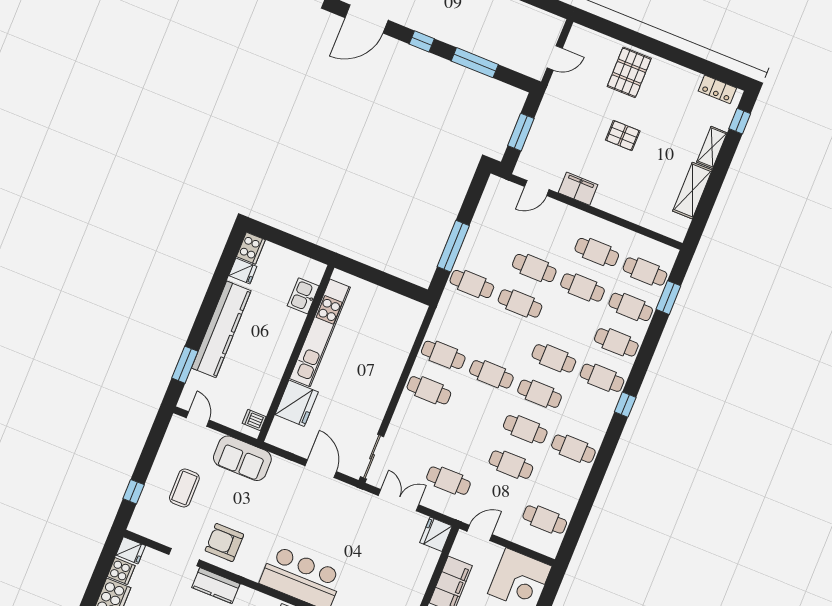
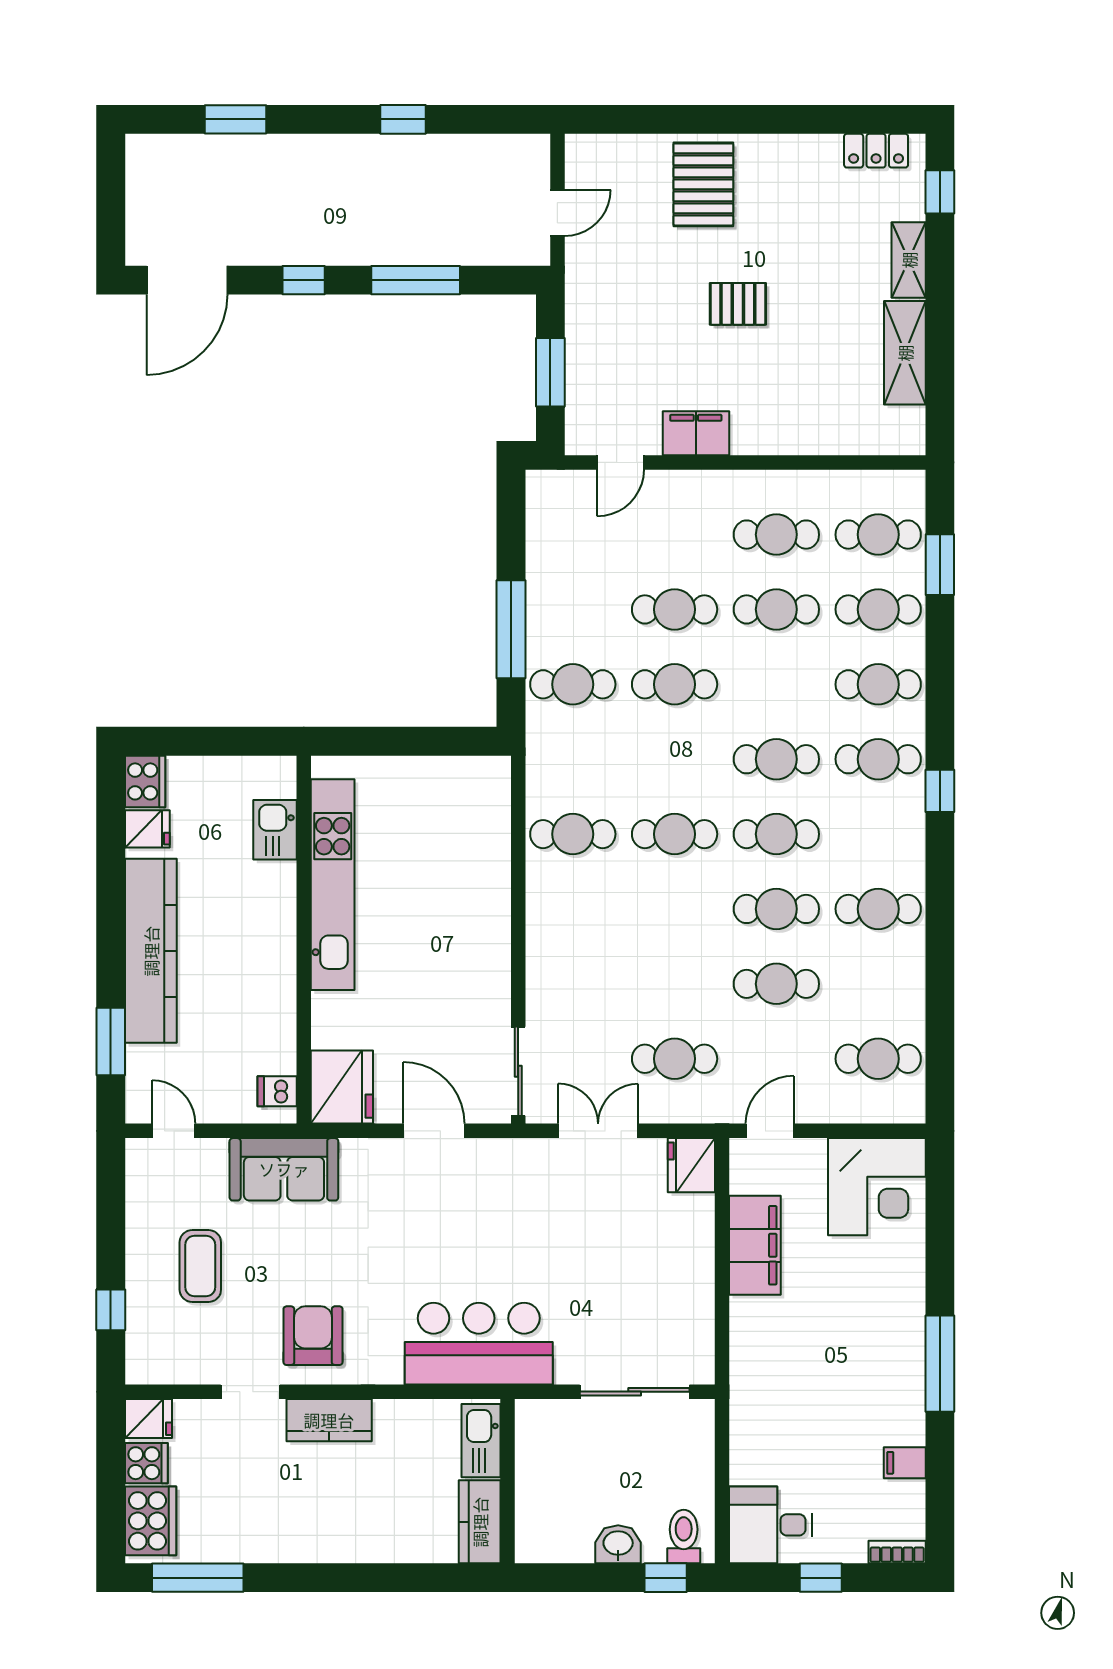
cafe table: (429, 390) -> (573, 909), removed
fridge: (297, 403) -> (342, 1087), moved
armchair: (224, 543) -> (313, 1336), turned 90

